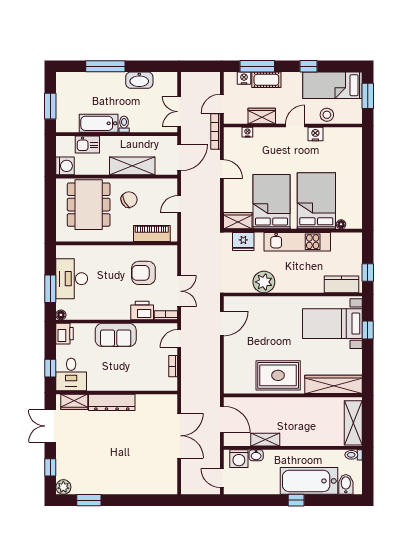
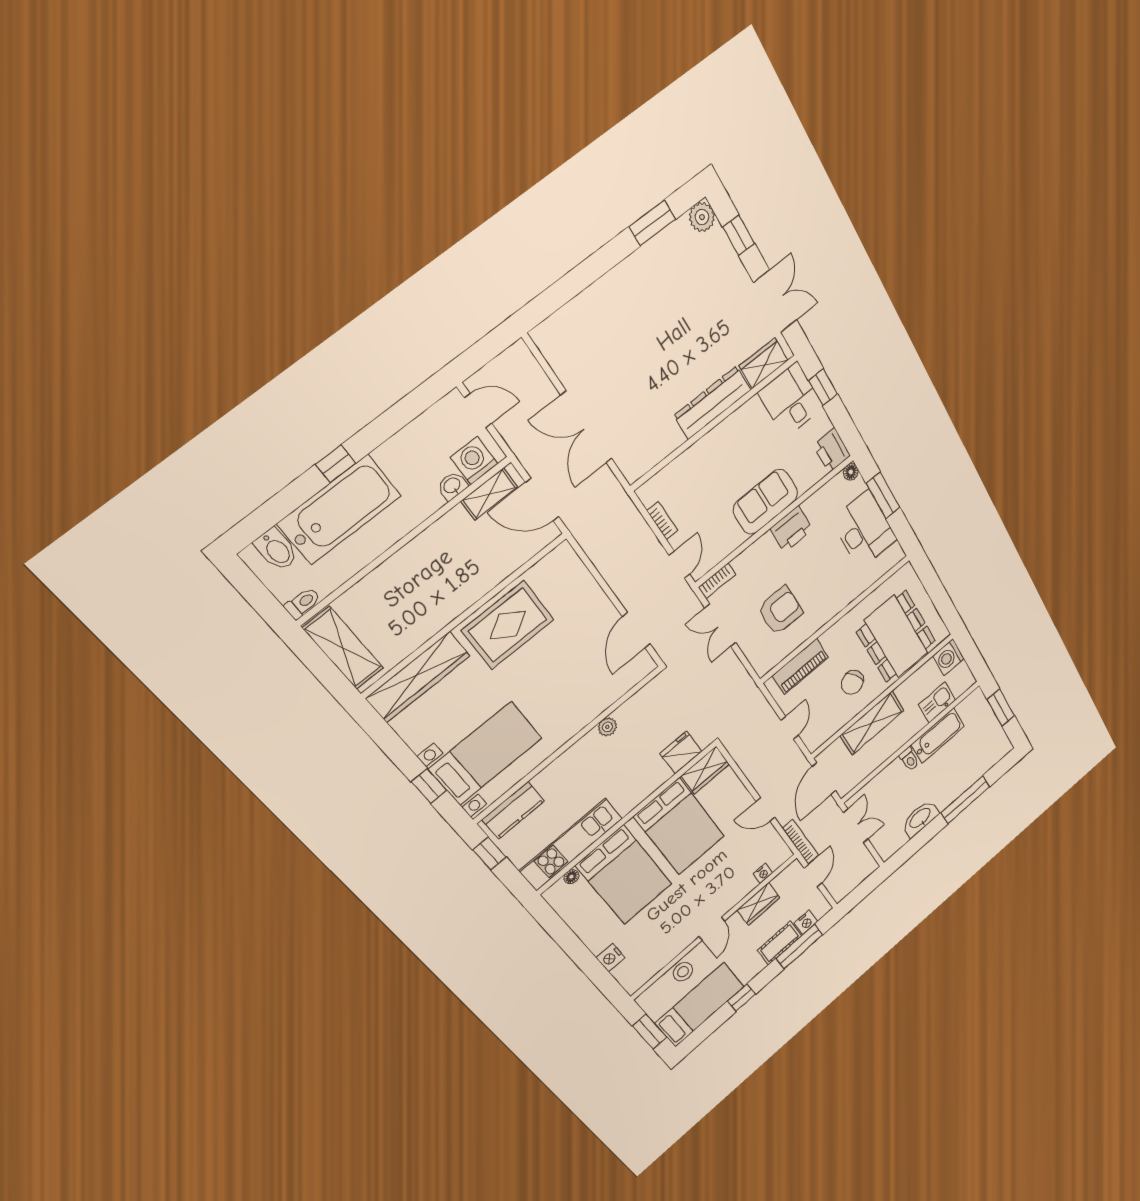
nightstand: (315, 134) -> (611, 958), moved, turned 90
kitchen unit: (297, 242) -> (571, 845), moved
plant: (264, 282) -> (607, 727), width x0.53, depth x0.53
printer: (142, 310) -> (792, 529), moved
shelving: (265, 440) -> (489, 494), moved

